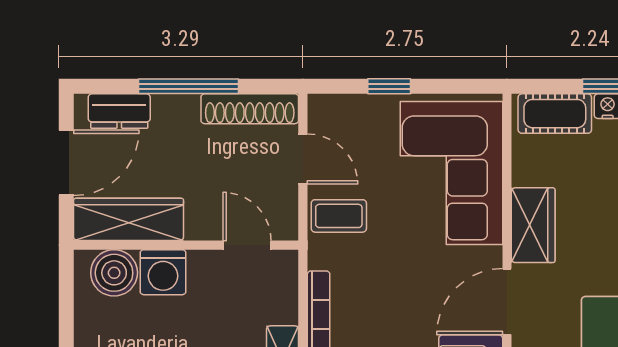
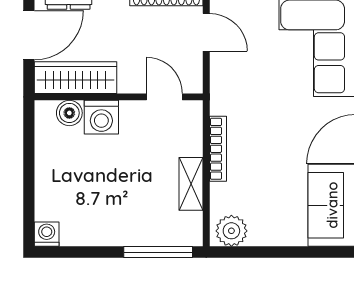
coffee table: (339, 216) -> (233, 75), removed
boiler: (114, 273) -> (69, 113), width x0.73, depth x0.73

